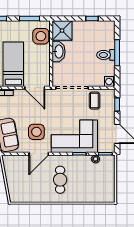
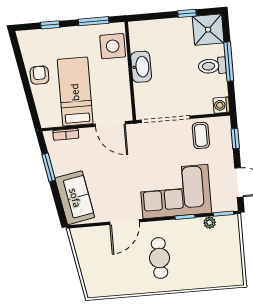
shower: (62, 31) -> (208, 30), moved
side table: (36, 132) -> (118, 190), removed

